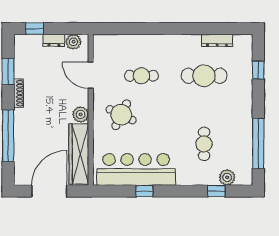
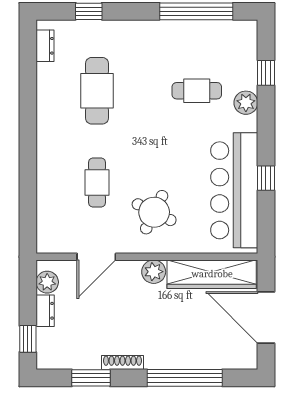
dresser: (217, 40) -> (45, 46), moved, width x0.70
plant: (227, 177) -> (246, 103), moved

